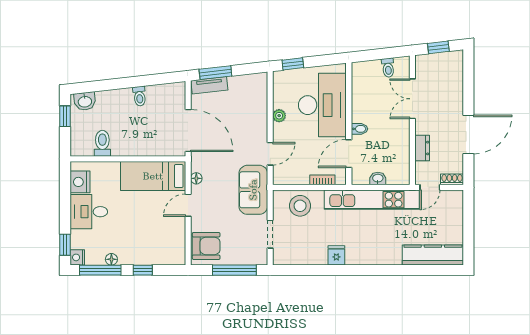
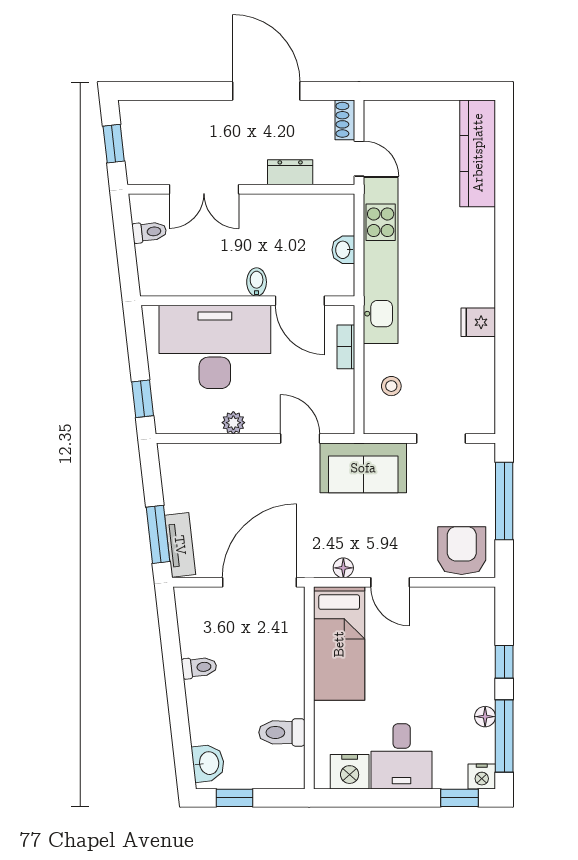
stool: (300, 206) -> (391, 386), width x0.53, depth x0.53

